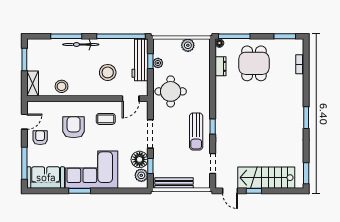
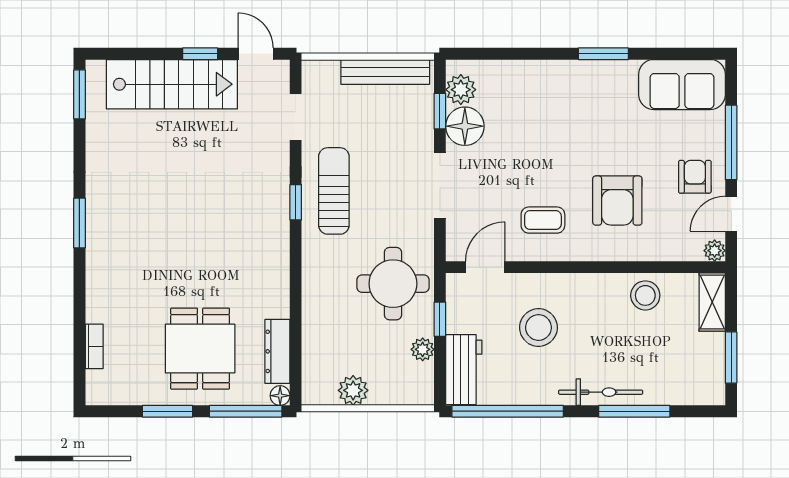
window: (285, 36) -> (168, 411), moved
workbench: (140, 60) -> (464, 370), width x0.73
window: (150, 61) -> (440, 319), moved
dresser: (221, 66) -> (277, 351), width x1.44
plant: (32, 106) -> (715, 251), added
armchair: (40, 138) -> (695, 177), turned 180
window: (24, 163) -> (731, 142), moved
corner sofa: (92, 170) -> (576, 103), removed

